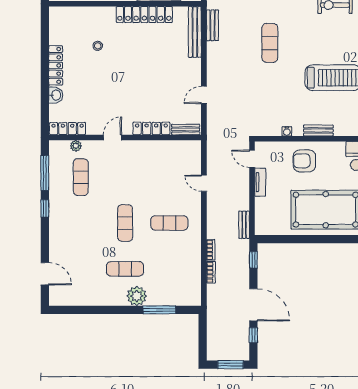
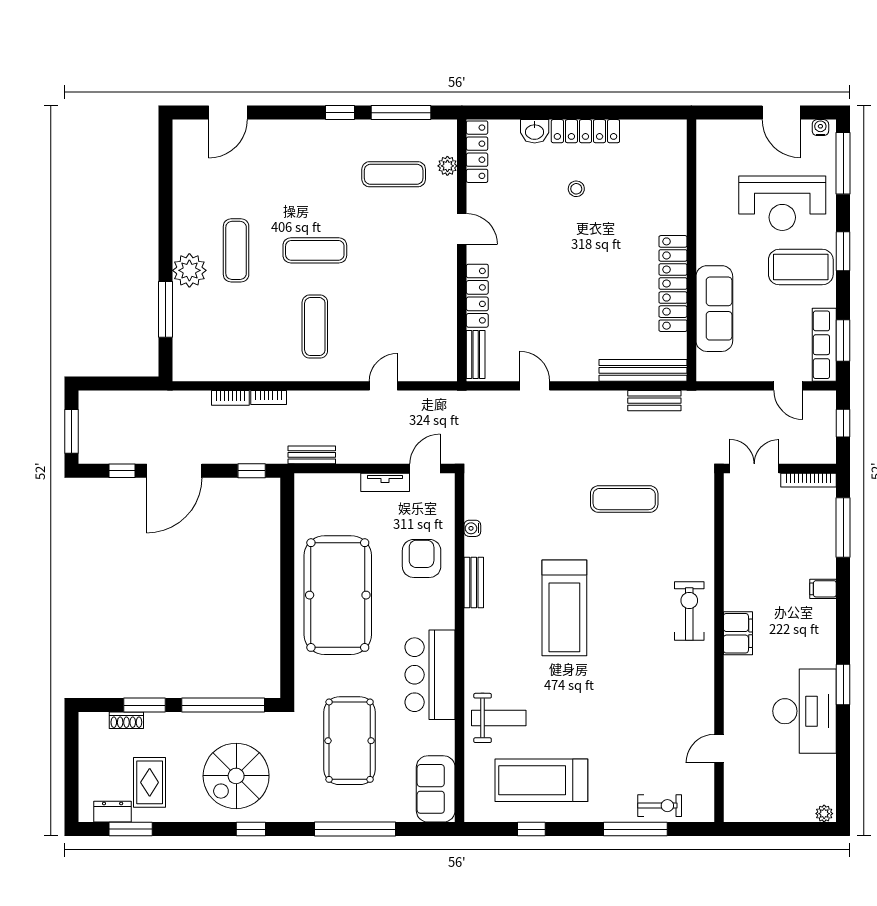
stool: (98, 46) -> (576, 189), moved

